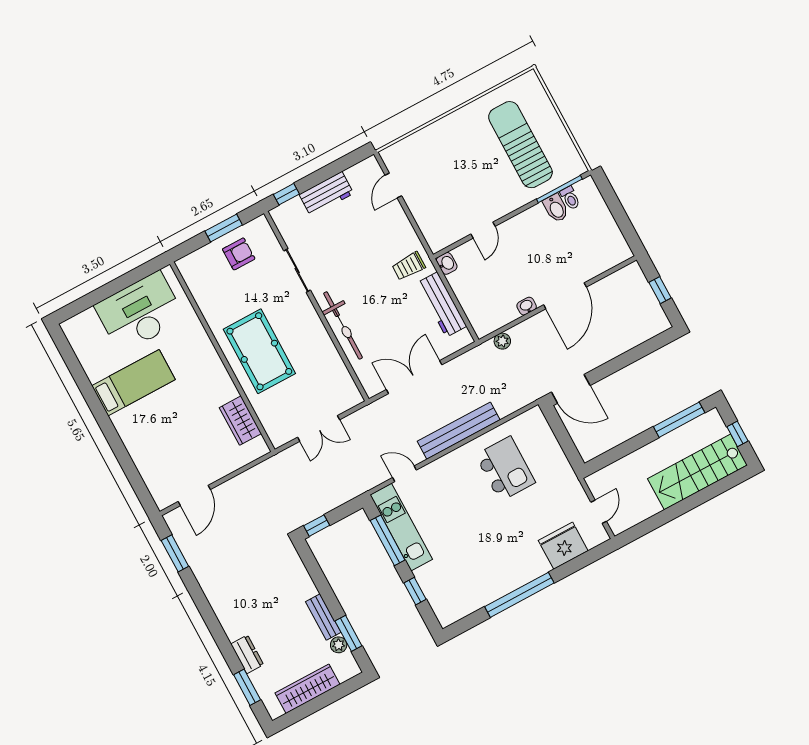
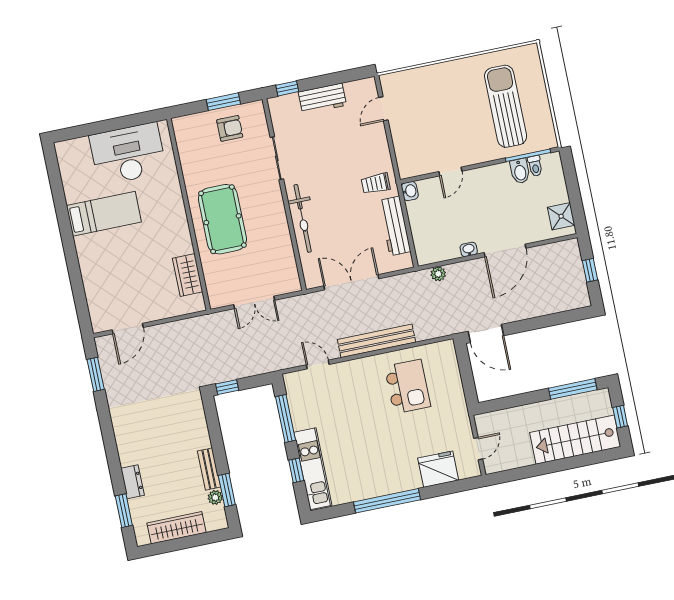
shower: (613, 243) -> (561, 216), added
kitchen unit: (401, 527) -> (313, 469), moved

